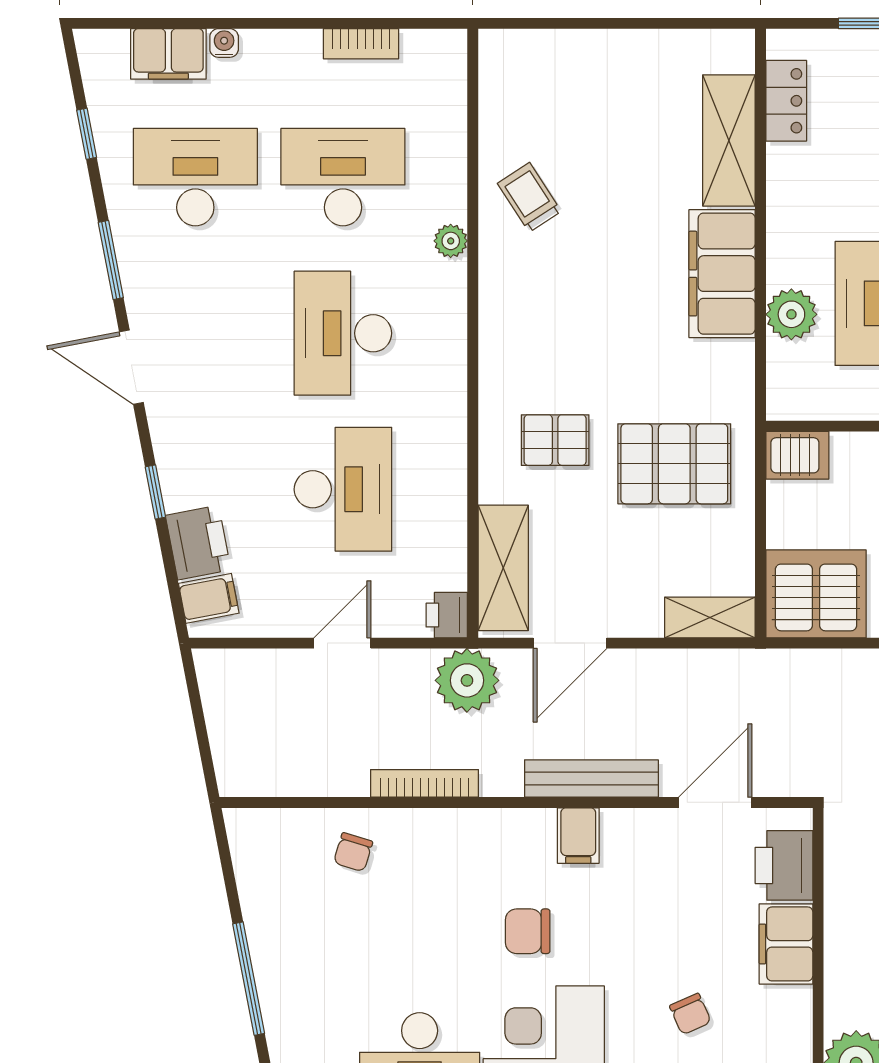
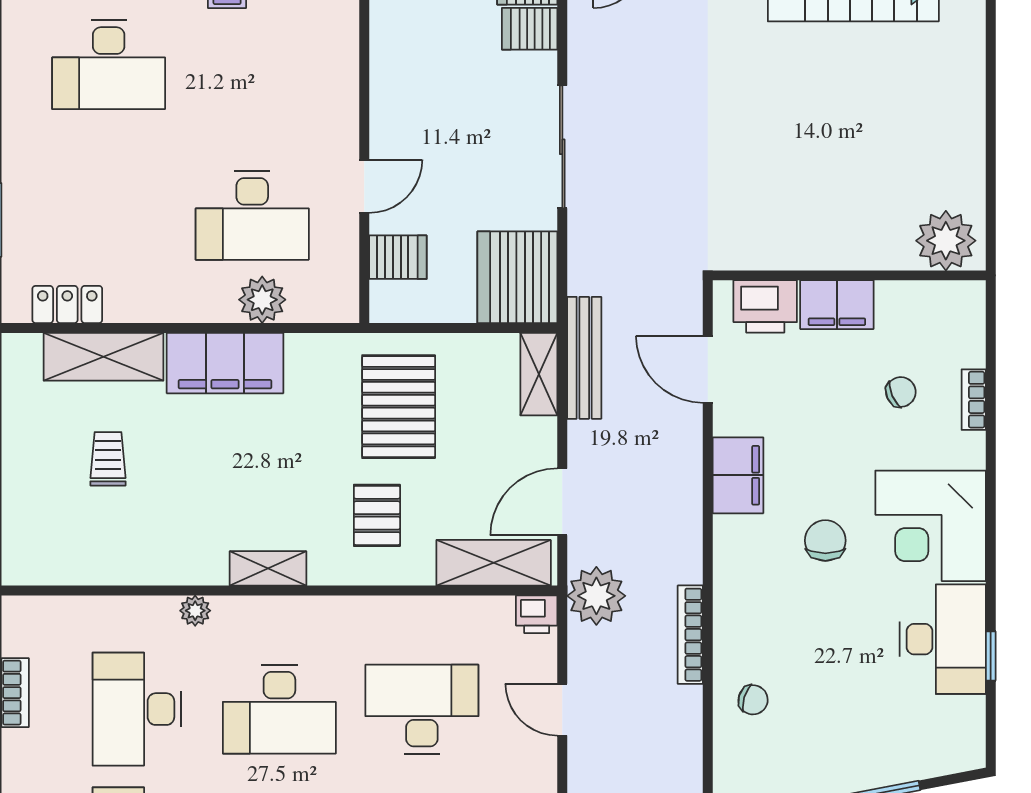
trolley: (529, 197) -> (108, 459), moved, turned 123
shelving: (497, 321) -> (268, 568), added
server rack: (797, 455) -> (398, 257), moved, turned 90
door: (570, 643) -> (562, 502), swing flipped
bench: (591, 778) -> (584, 358), moved
filing cabinet: (578, 836) -> (738, 475), width x2.00
chair: (528, 931) -> (825, 540), turned 180

